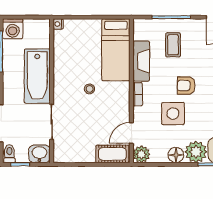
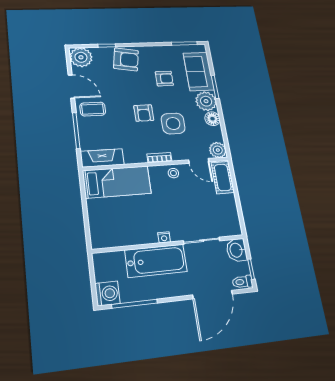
nightstand: (58, 24) -> (164, 237), moved
coffee table: (173, 45) -> (93, 109), moved
fireplace: (141, 61) -> (102, 158), moved
stool: (89, 89) -> (173, 173), moved

